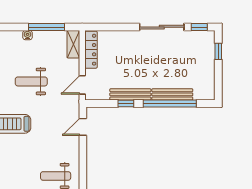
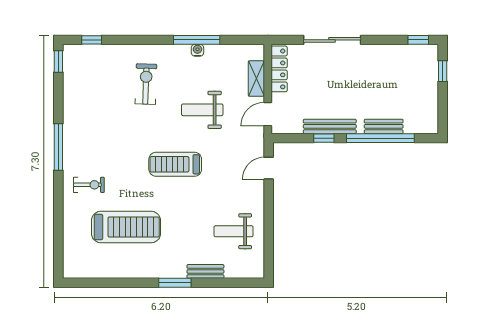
window: (46, 27) -> (197, 40), moved
sliding door: (162, 27) -> (332, 40), moved
shelving: (73, 44) -> (256, 79), moved
bench: (172, 94) -> (384, 126), width x0.73

